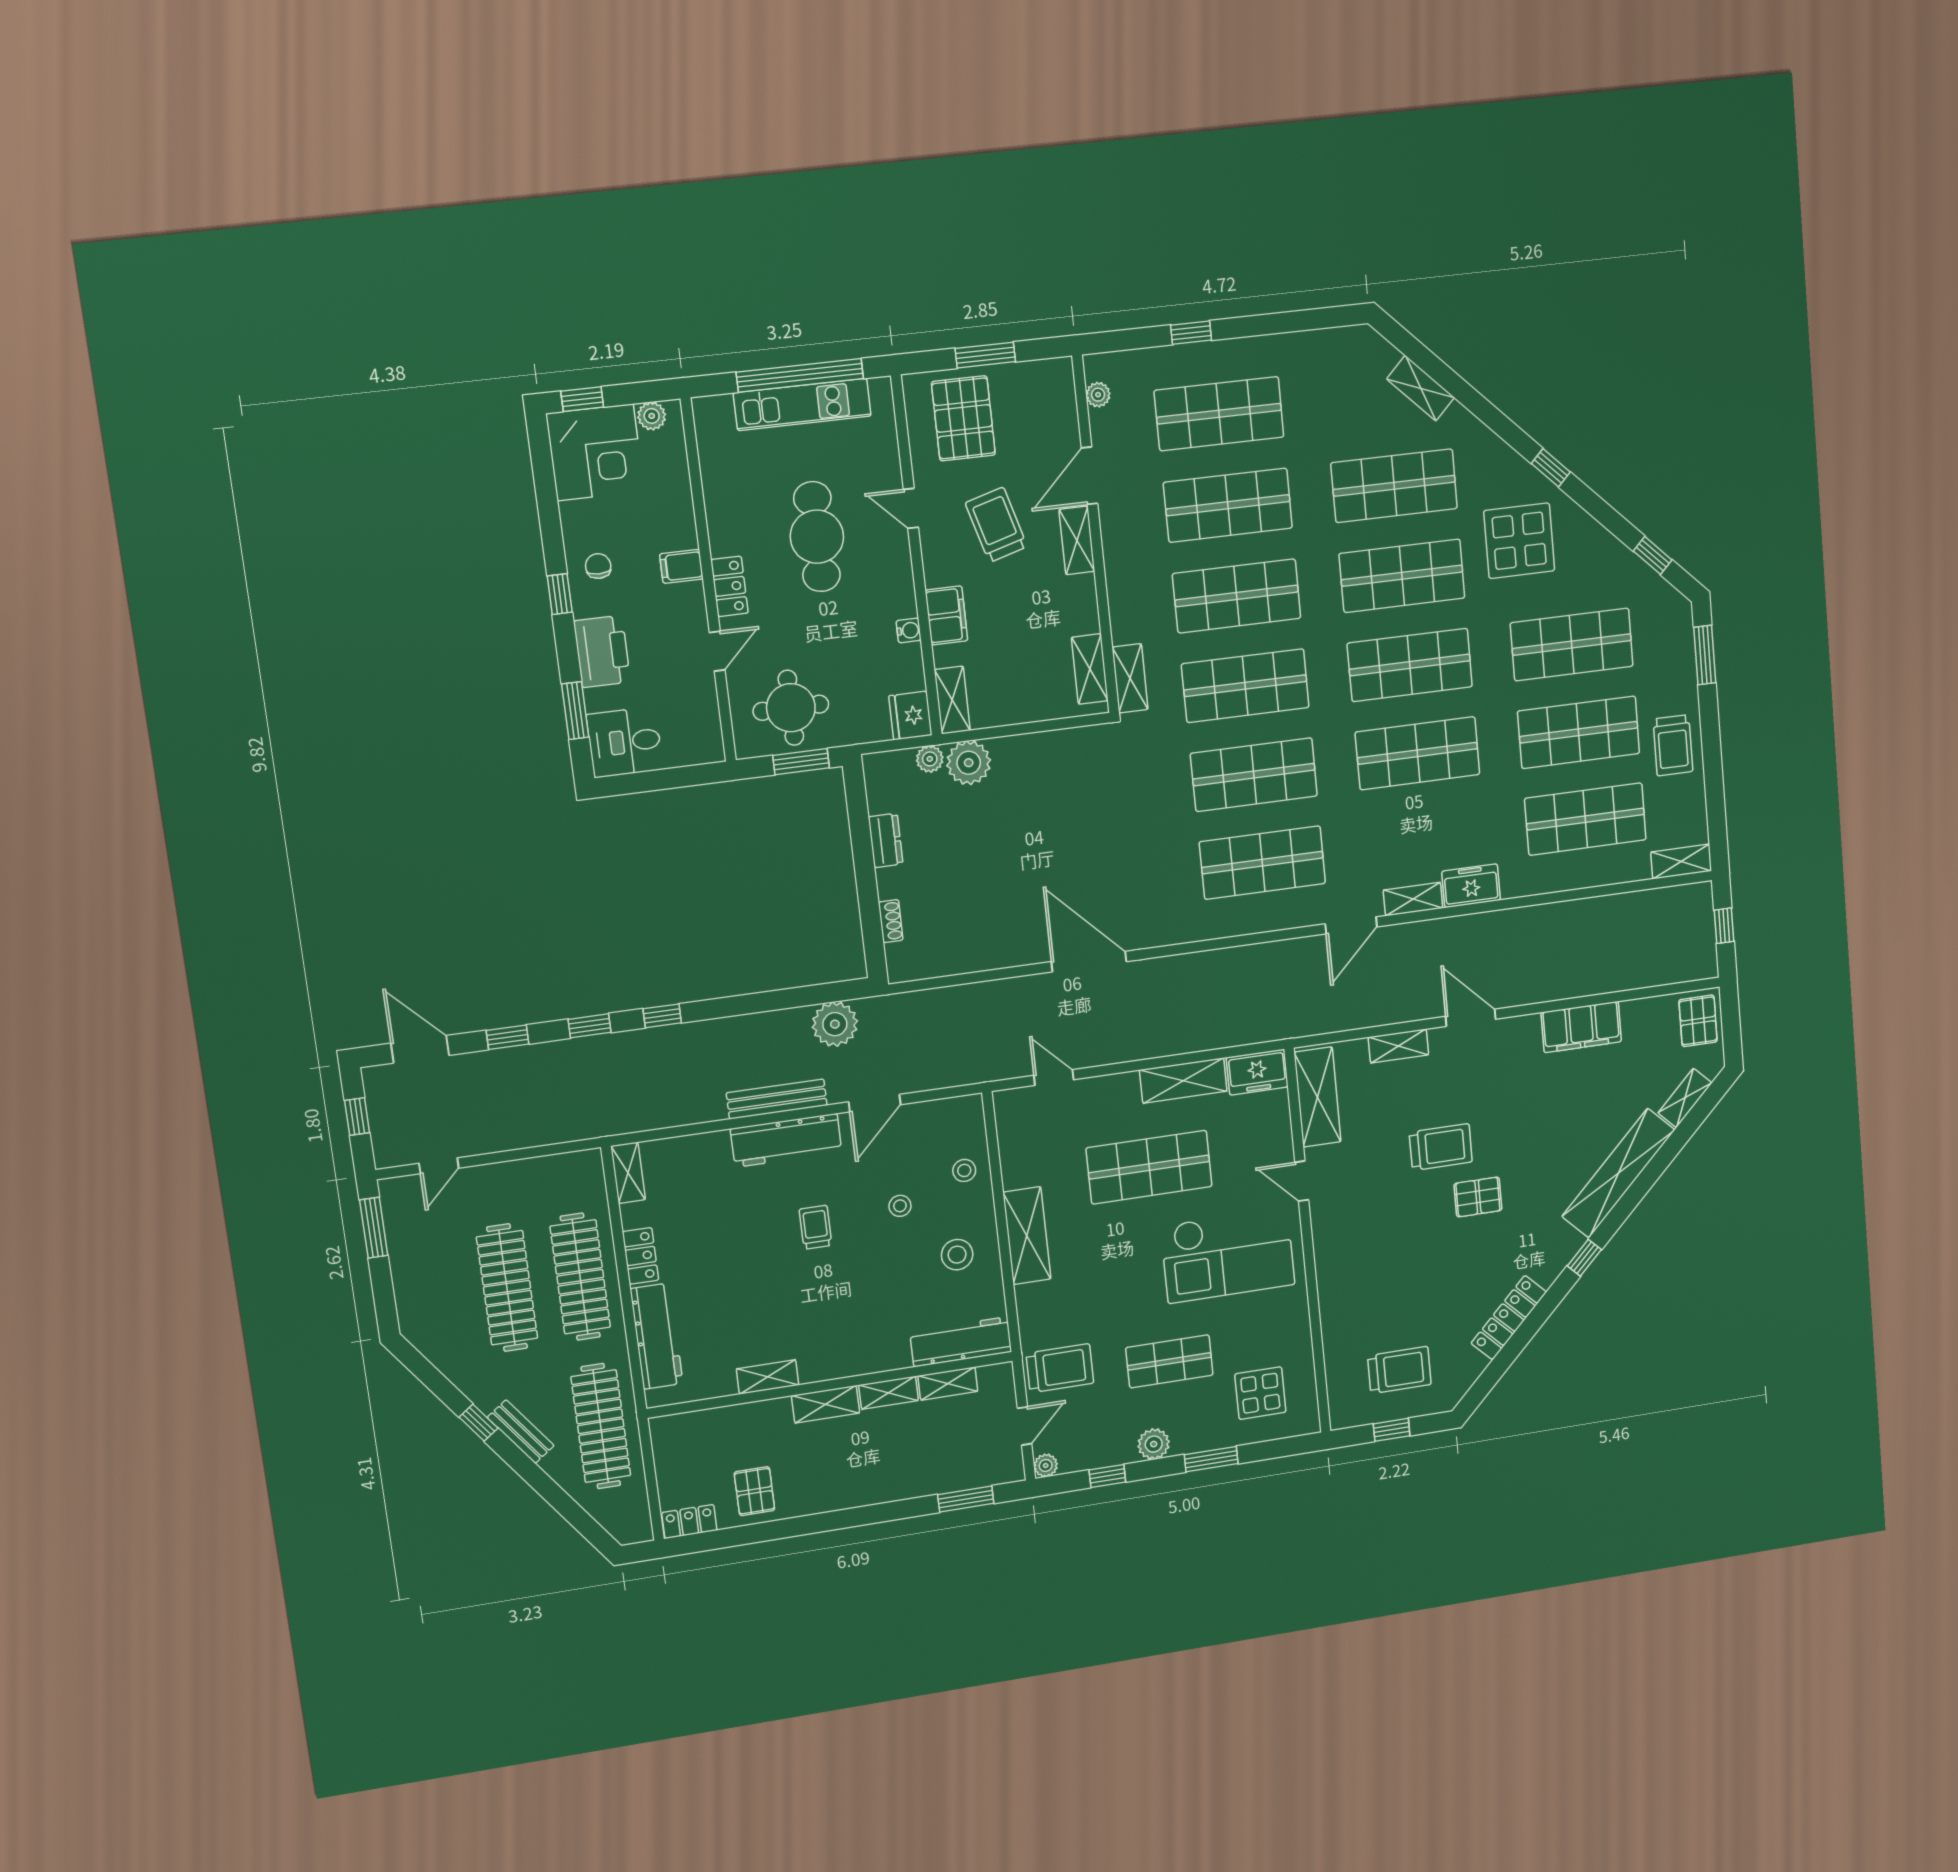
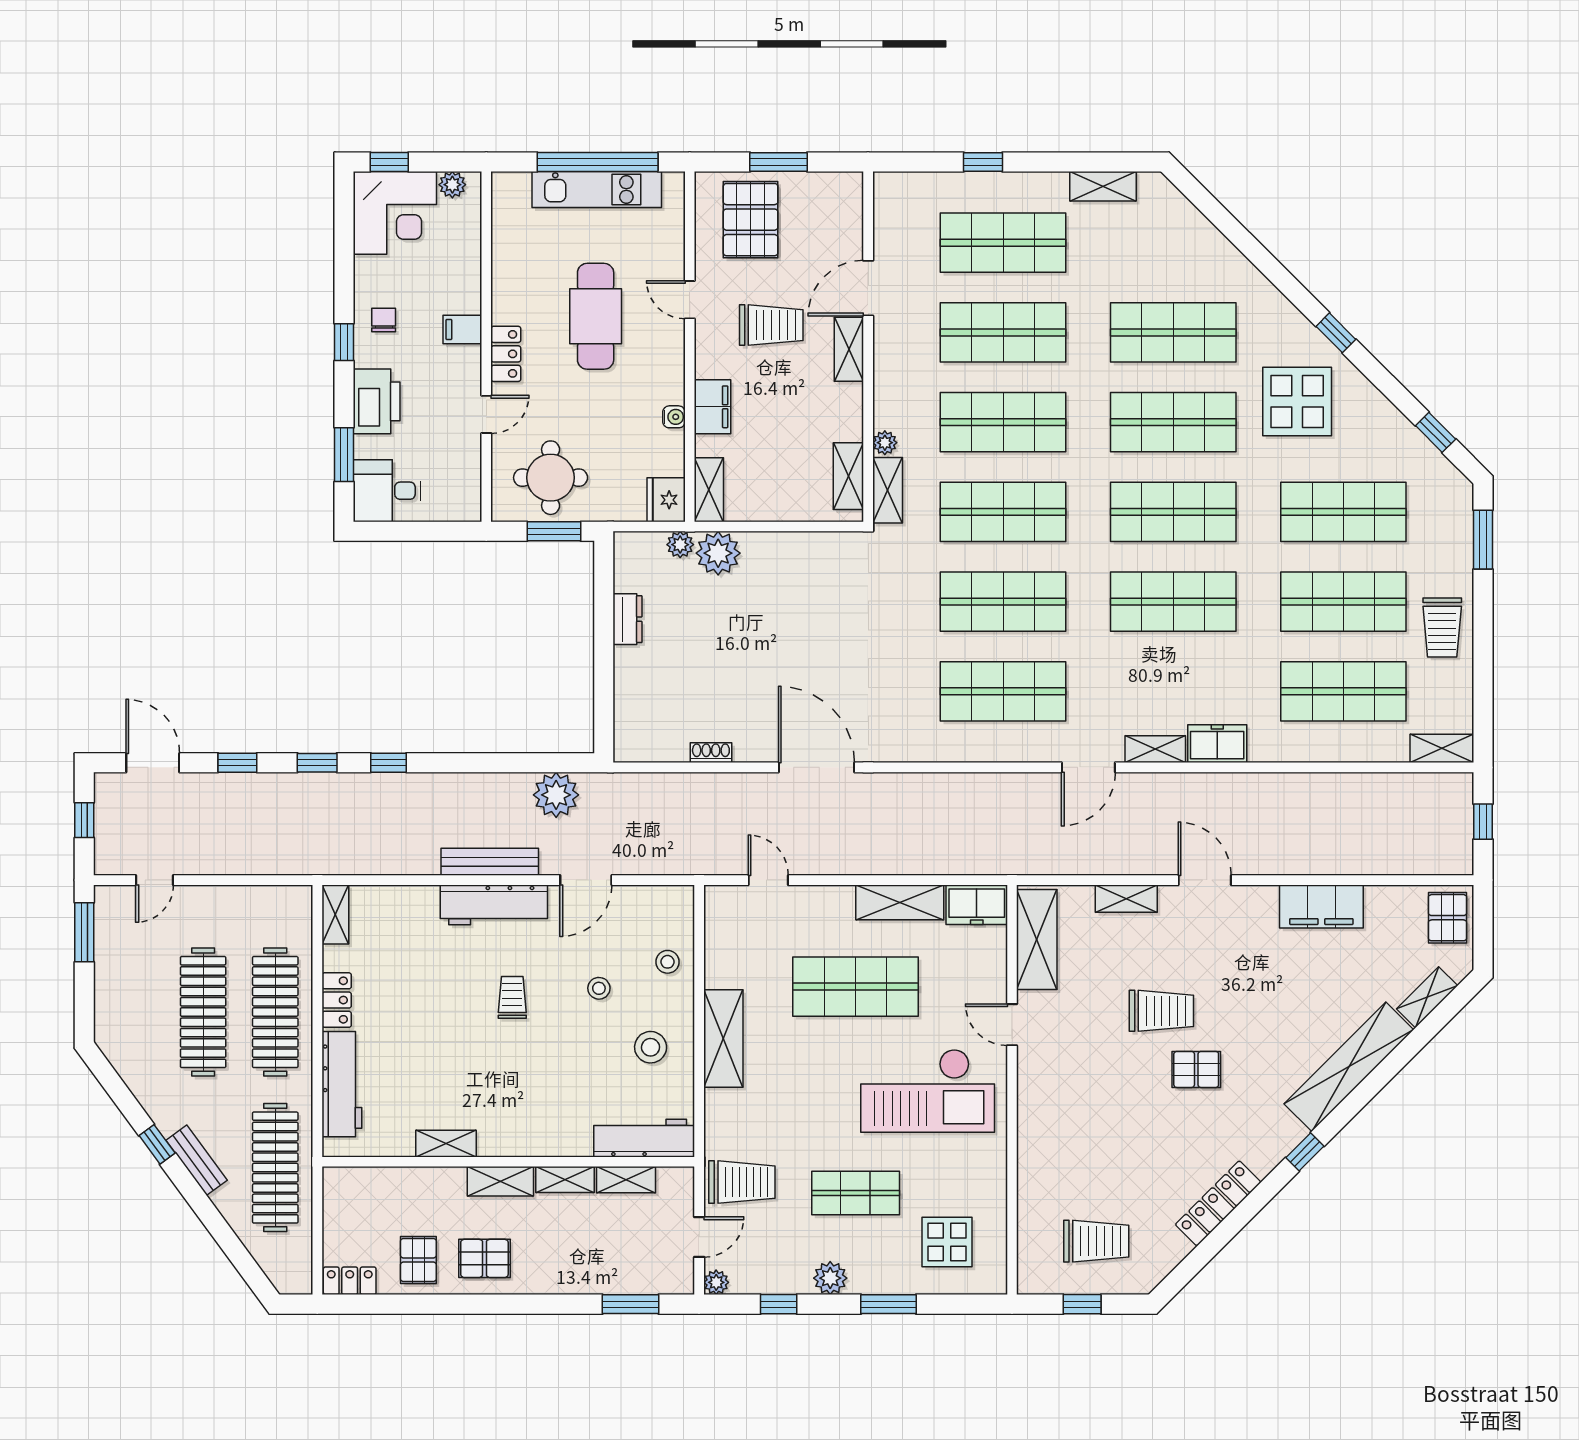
shelving: (1421, 388) -> (1103, 186), moved, turned -45
plant: (1098, 395) -> (885, 443), moved
trolley: (996, 525) -> (771, 325), turned 106
shoe rack: (891, 921) -> (711, 753), moved, turned -90
pallet: (819, 1479) -> (484, 1258), added

